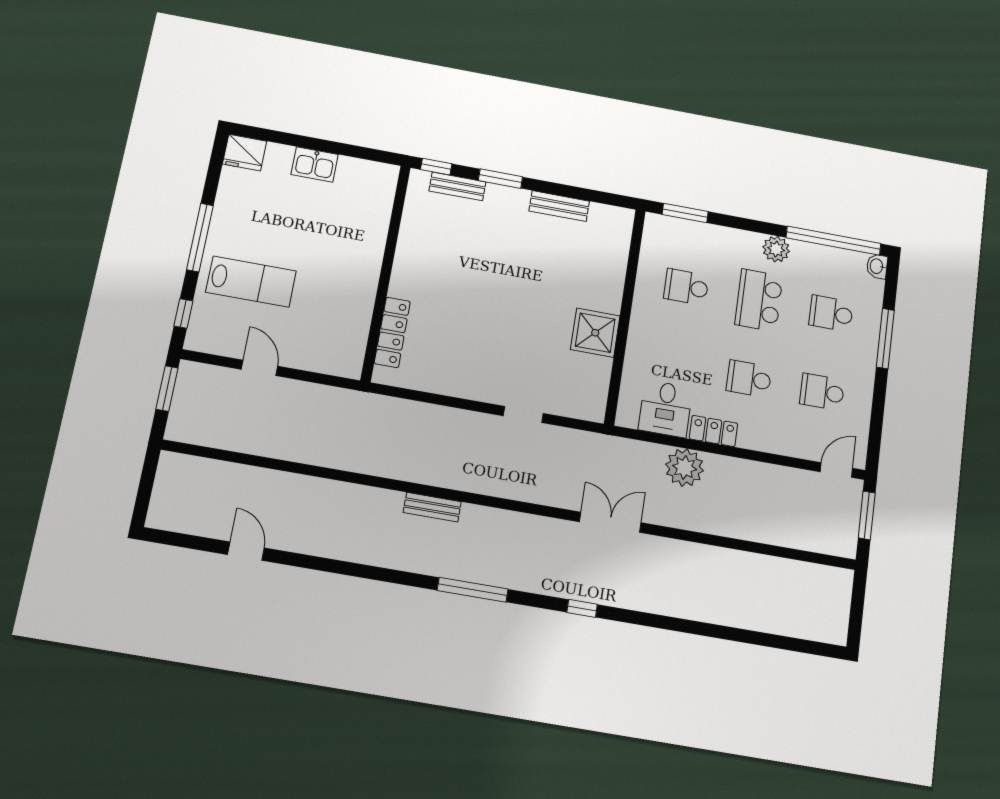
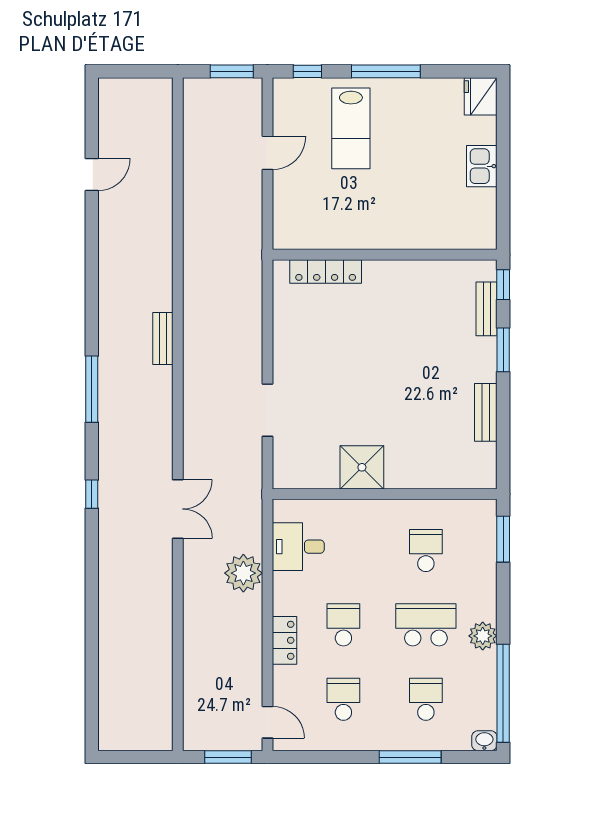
doorway: (523, 415) -> (267, 410), width x1.38
locker: (714, 431) -> (285, 640), moved

